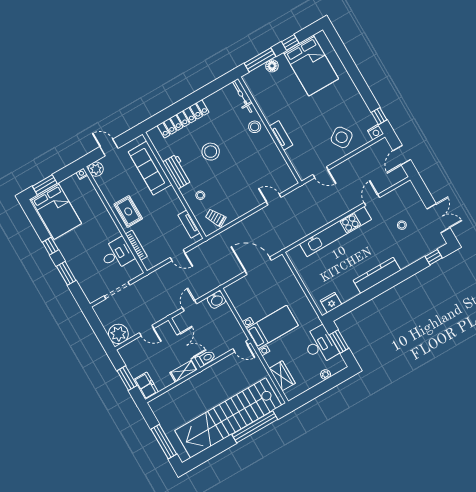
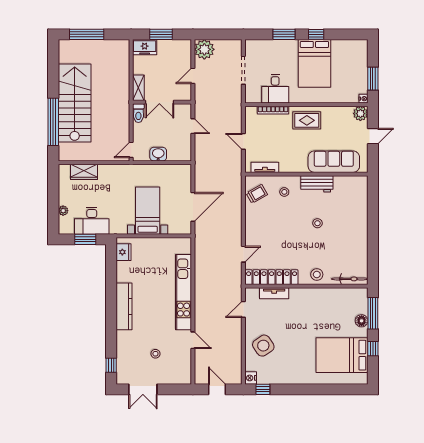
locker: (183, 119) -> (272, 277), moved, turned 90
tv unit: (281, 135) -> (274, 293), moved
stool: (211, 152) -> (317, 223), width x0.53, depth x0.53
window: (45, 185) -> (373, 79), moved
bed: (56, 211) -> (314, 63), moved, turned -90
door: (178, 255) -> (243, 141), hinge flipped
washbasin: (216, 300) -> (158, 154), moved, turned 90
bed with nightstands: (272, 327) -> (148, 211), moved, turned 180
stairs: (228, 418) -> (75, 103), width x0.73

